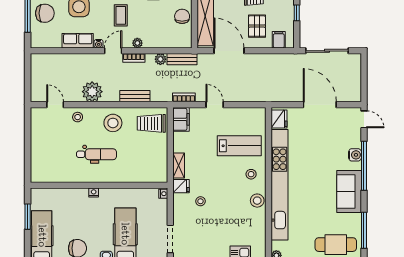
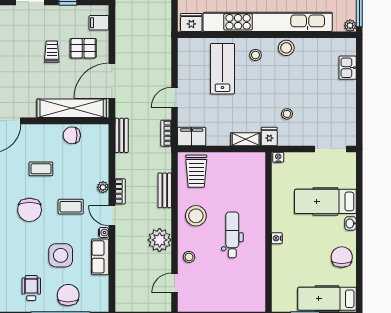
plant: (160, 59) -> (122, 160), removed

